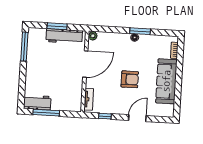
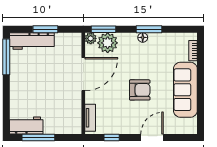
window: (104, 29) -> (103, 29), added
workbench: (64, 36) -> (32, 41), moved
plant: (106, 40) -> (108, 43), added

